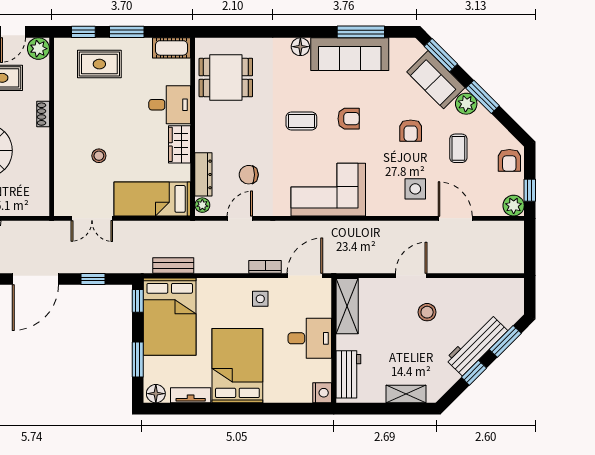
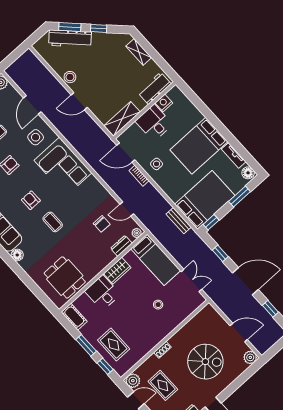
dresser: (203, 174) -> (121, 246), width x0.70
corner sofa: (328, 190) -> (63, 167), moved
stool: (427, 312) -> (70, 77), moved
workbench: (477, 345) -> (70, 39), moved
nightstand: (322, 393) -> (164, 103), moved

